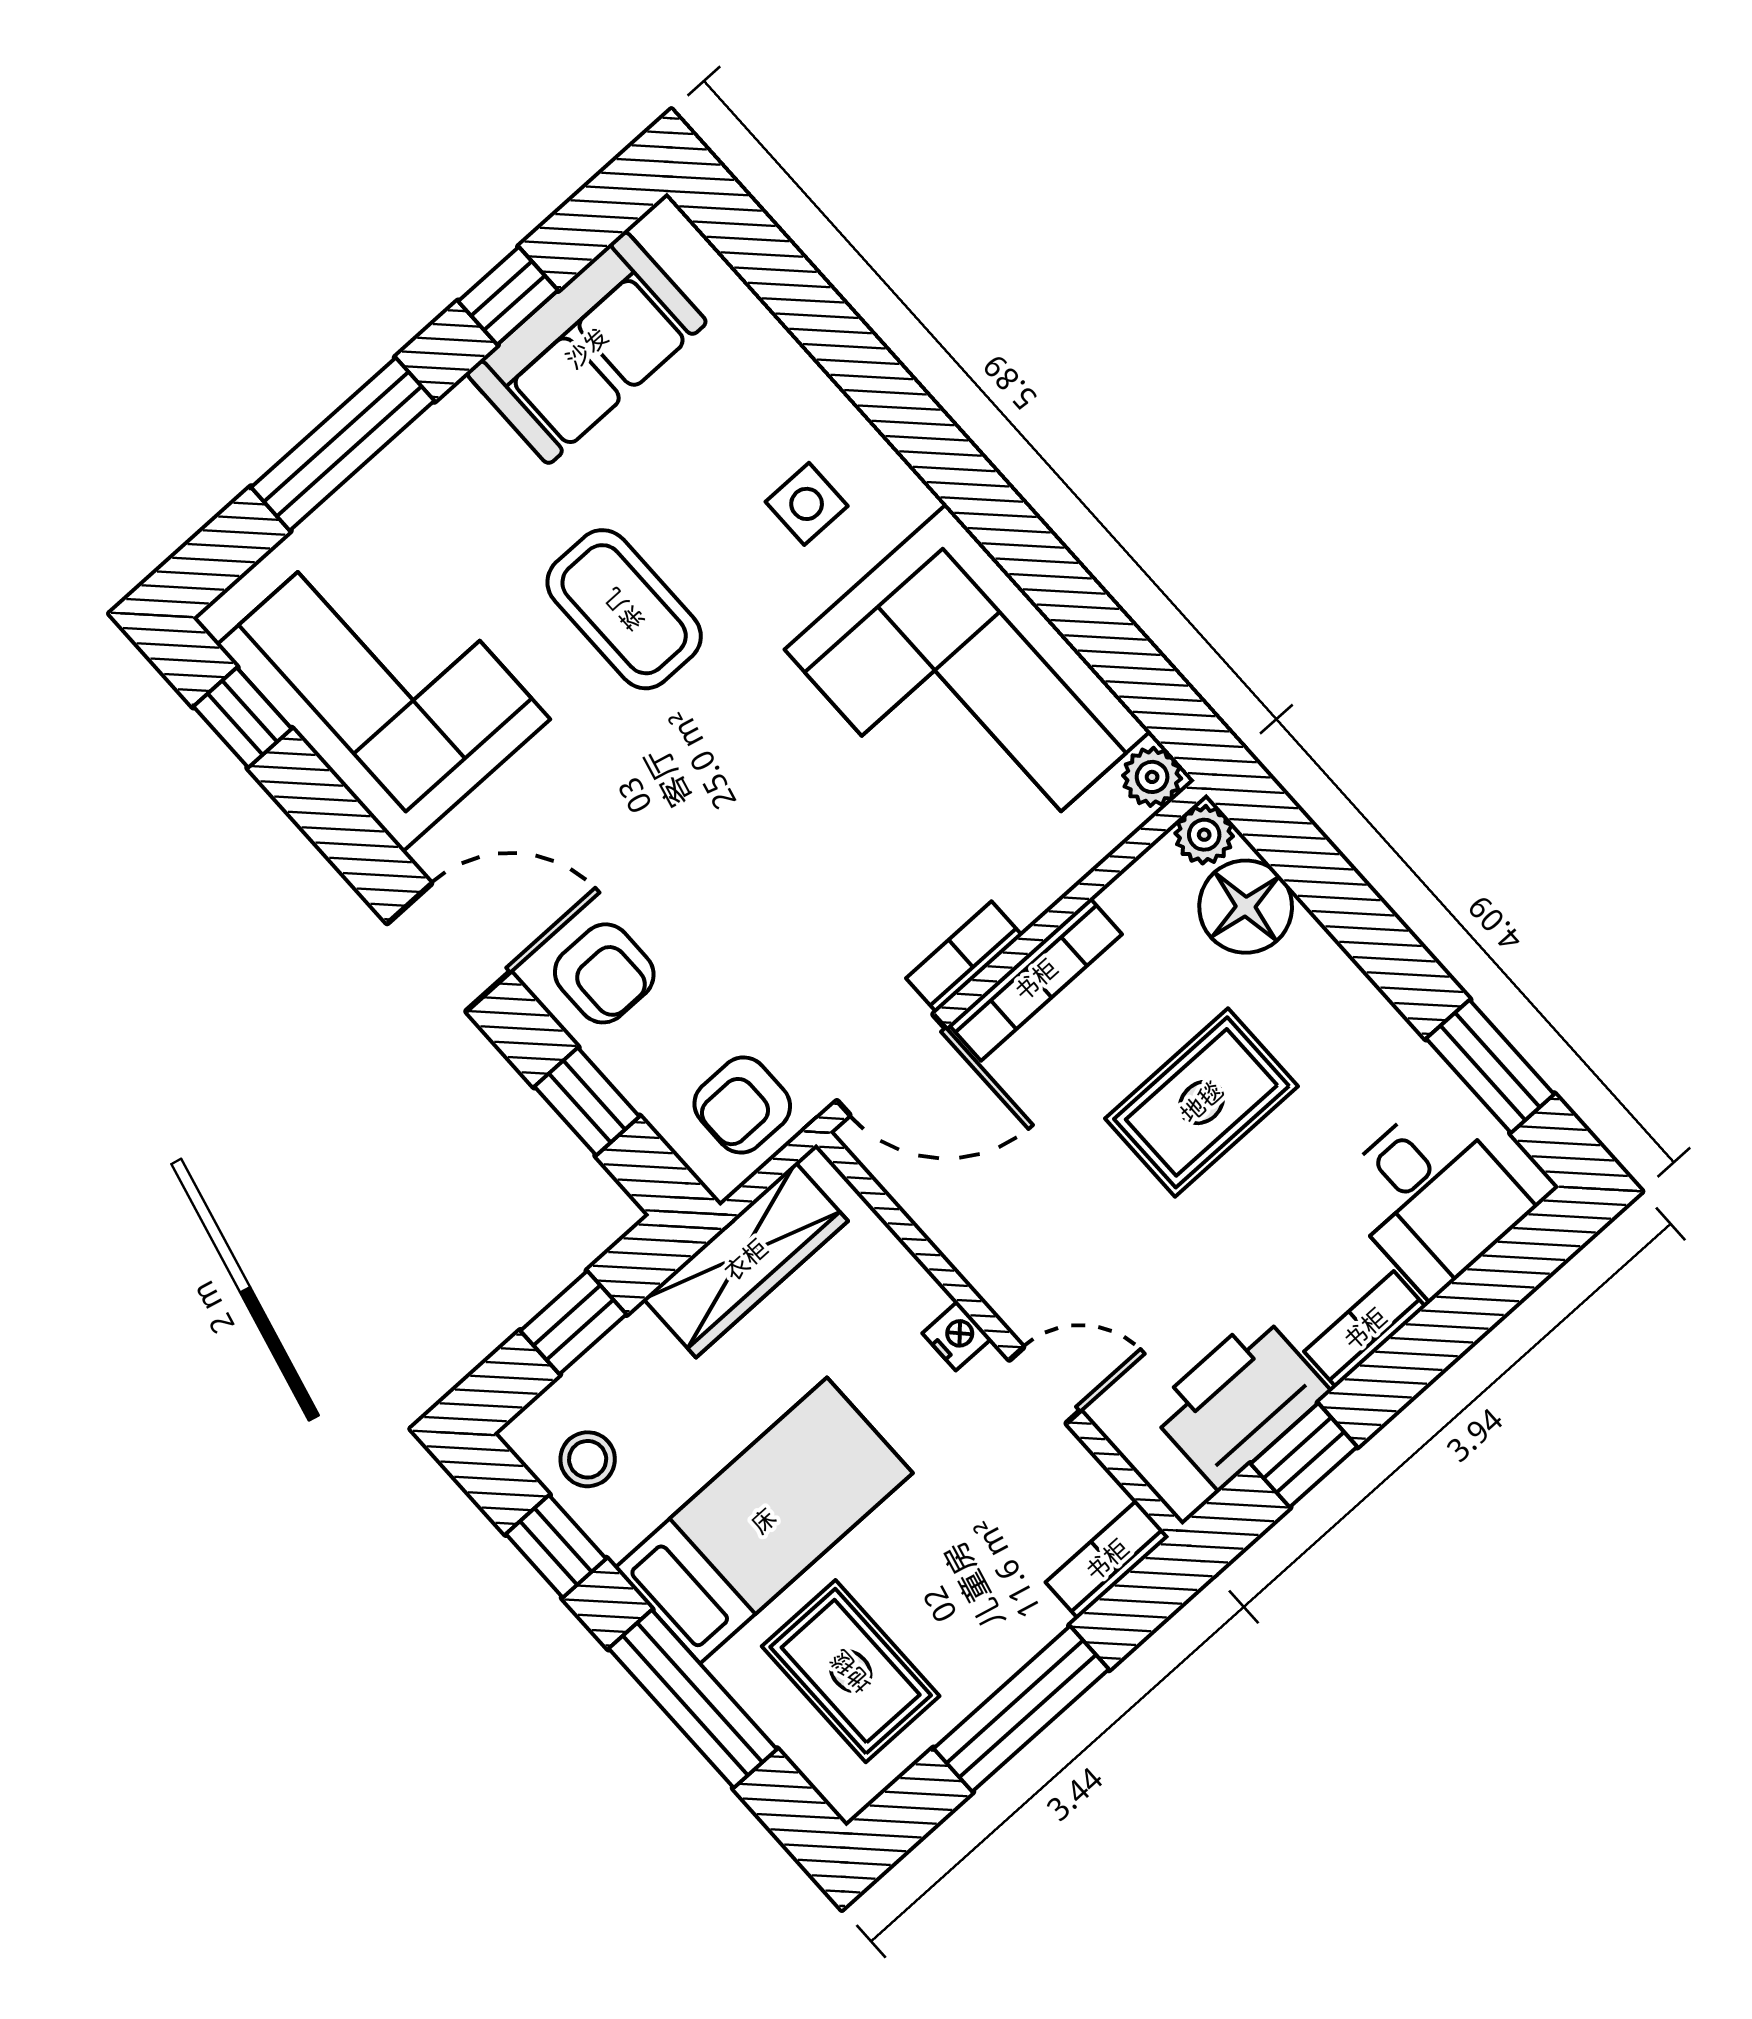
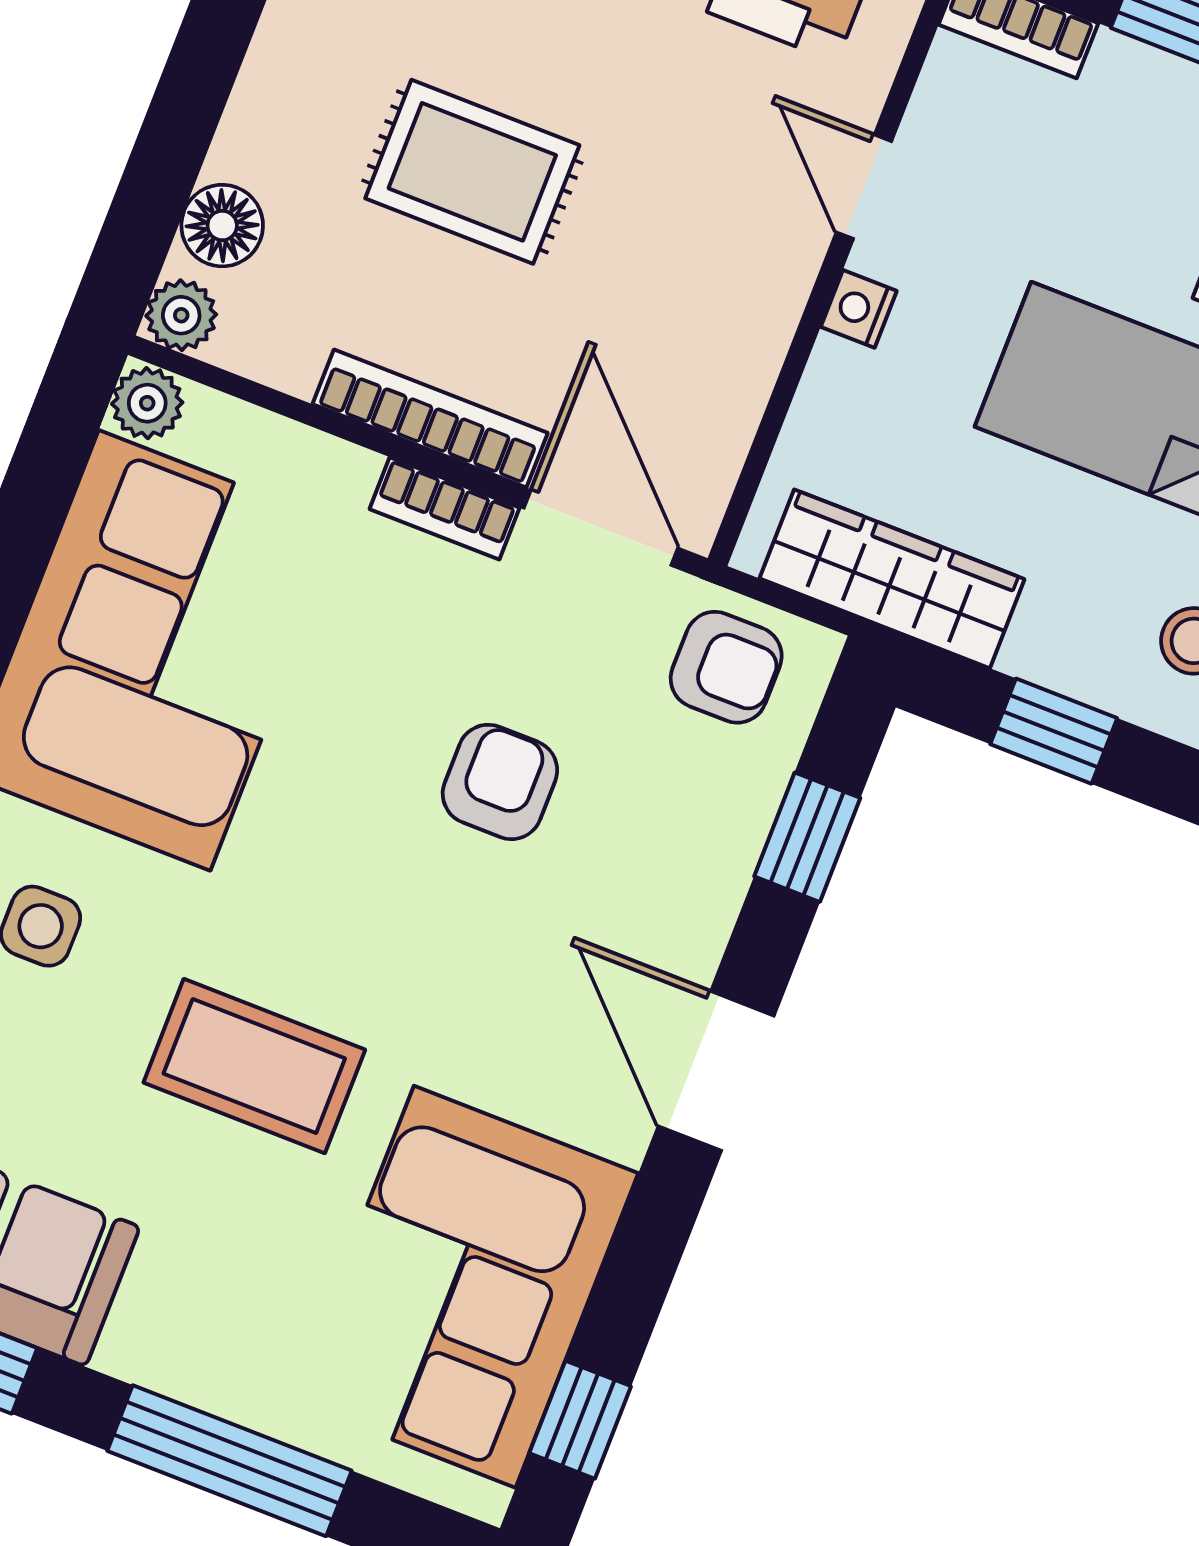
coffee table: (624, 609) -> (254, 1066), turned 90
floor lamp: (1246, 907) -> (222, 226), width x0.73, depth x0.73
armchair: (604, 973) -> (500, 782), moved

